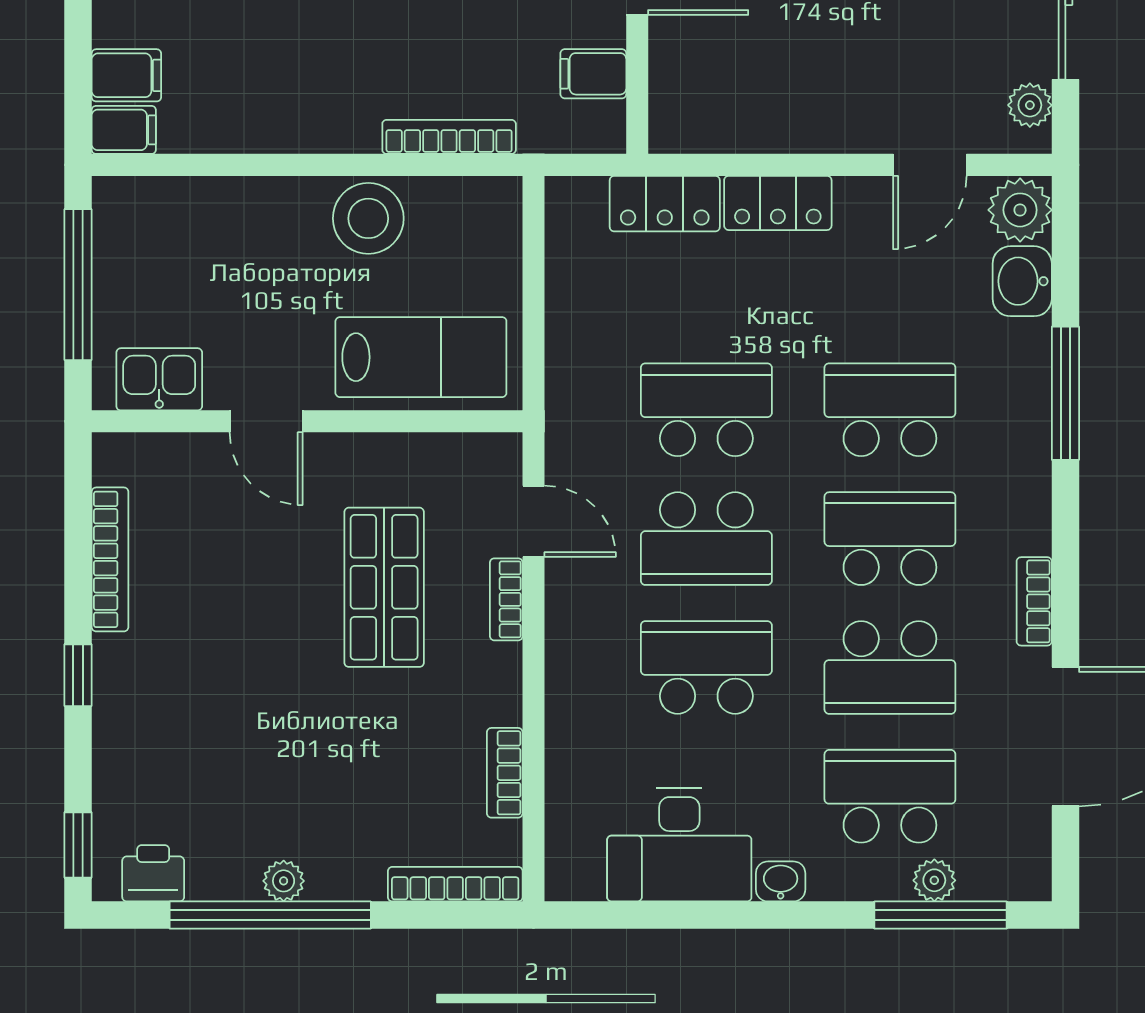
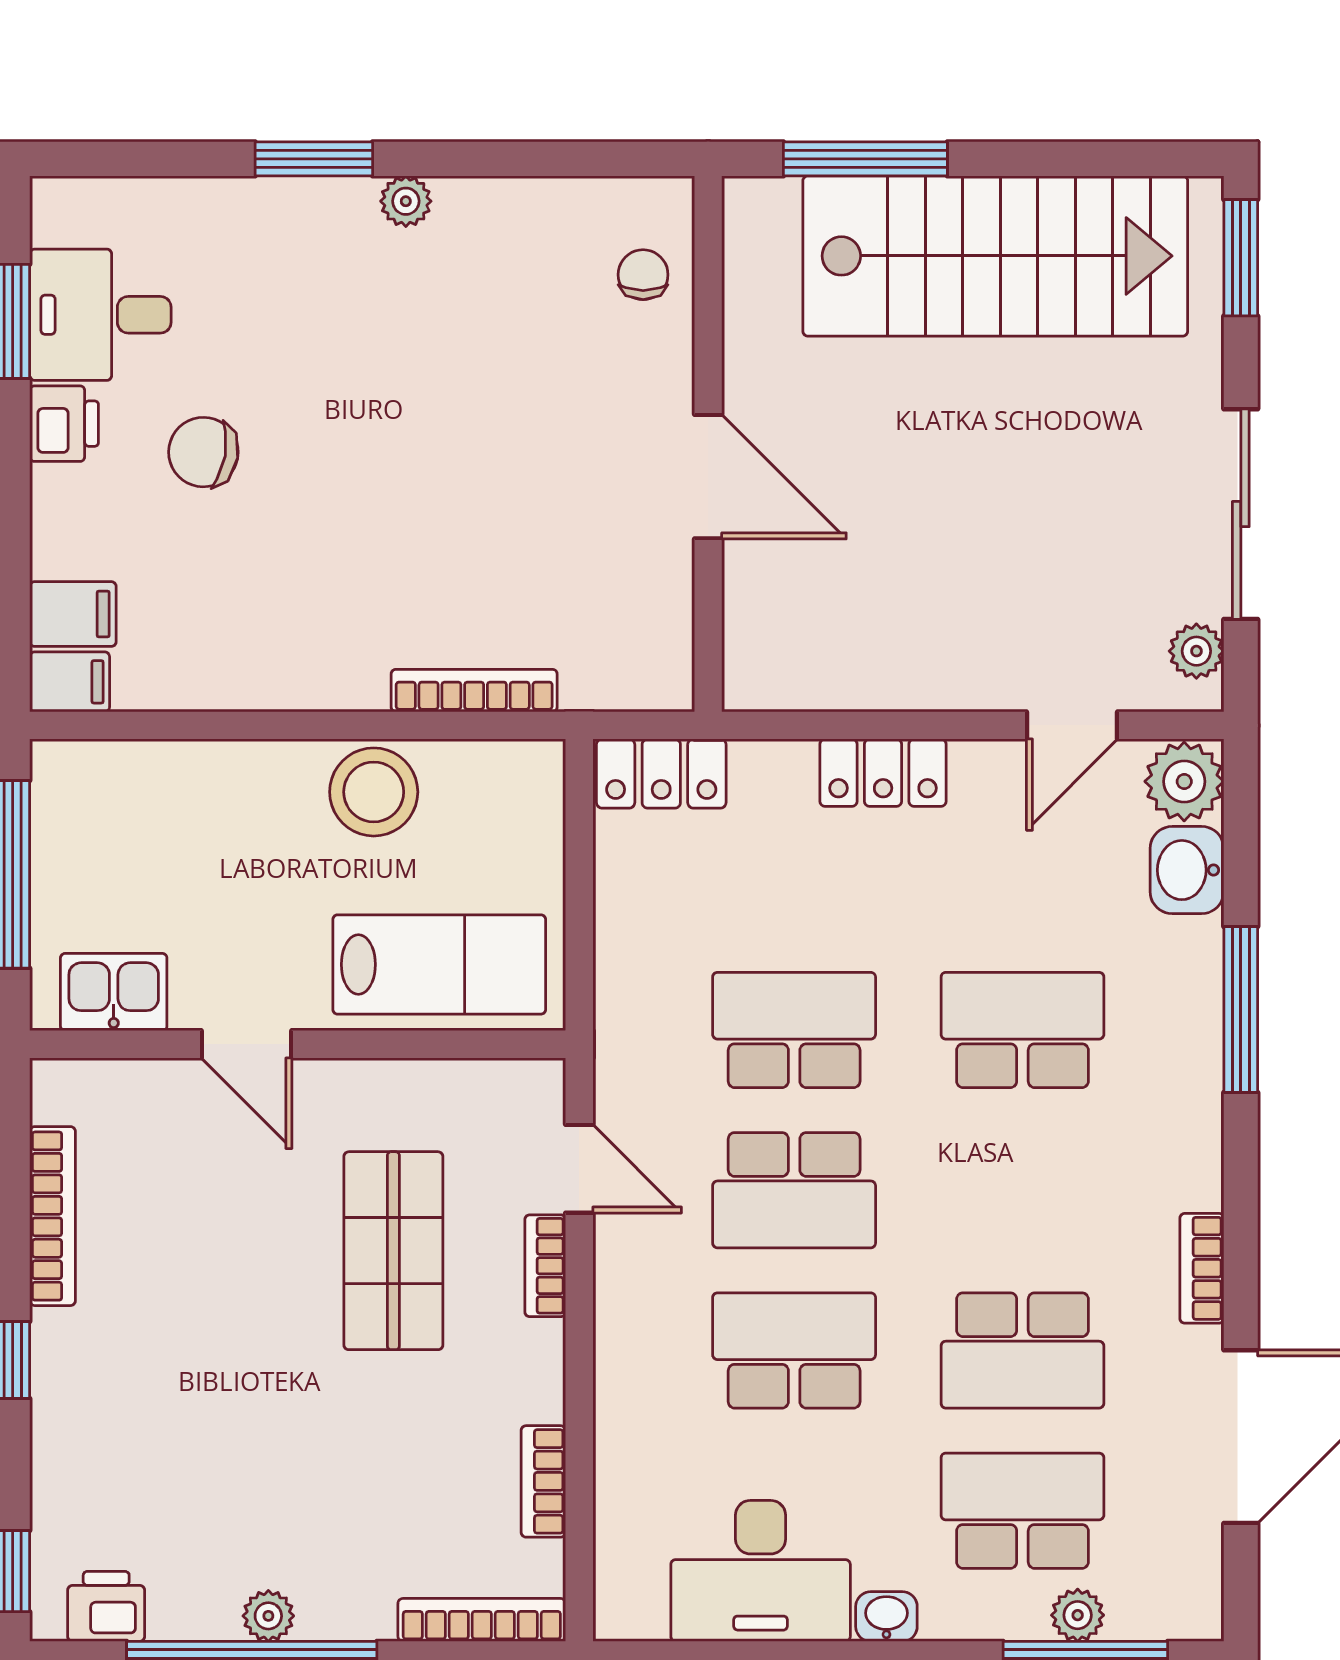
filing cabinet: (593, 74) -> (654, 612), removed
locker: (665, 204) -> (661, 774), moved
school desk: (890, 539) -> (1022, 1190), removed

